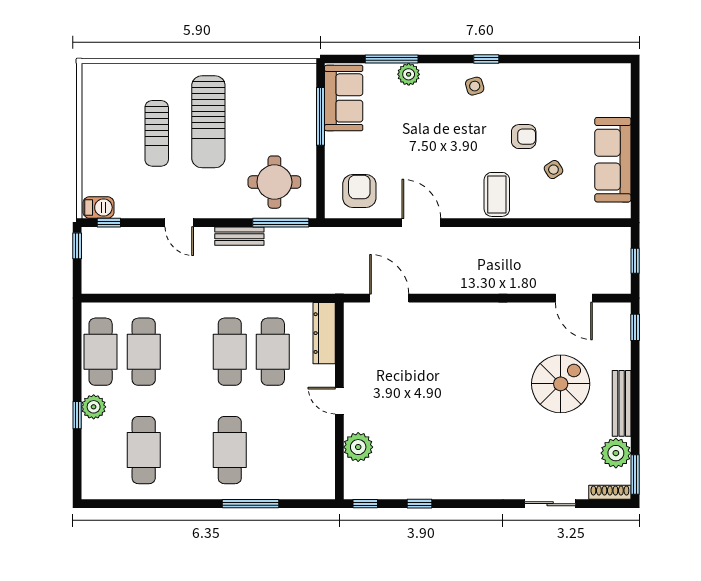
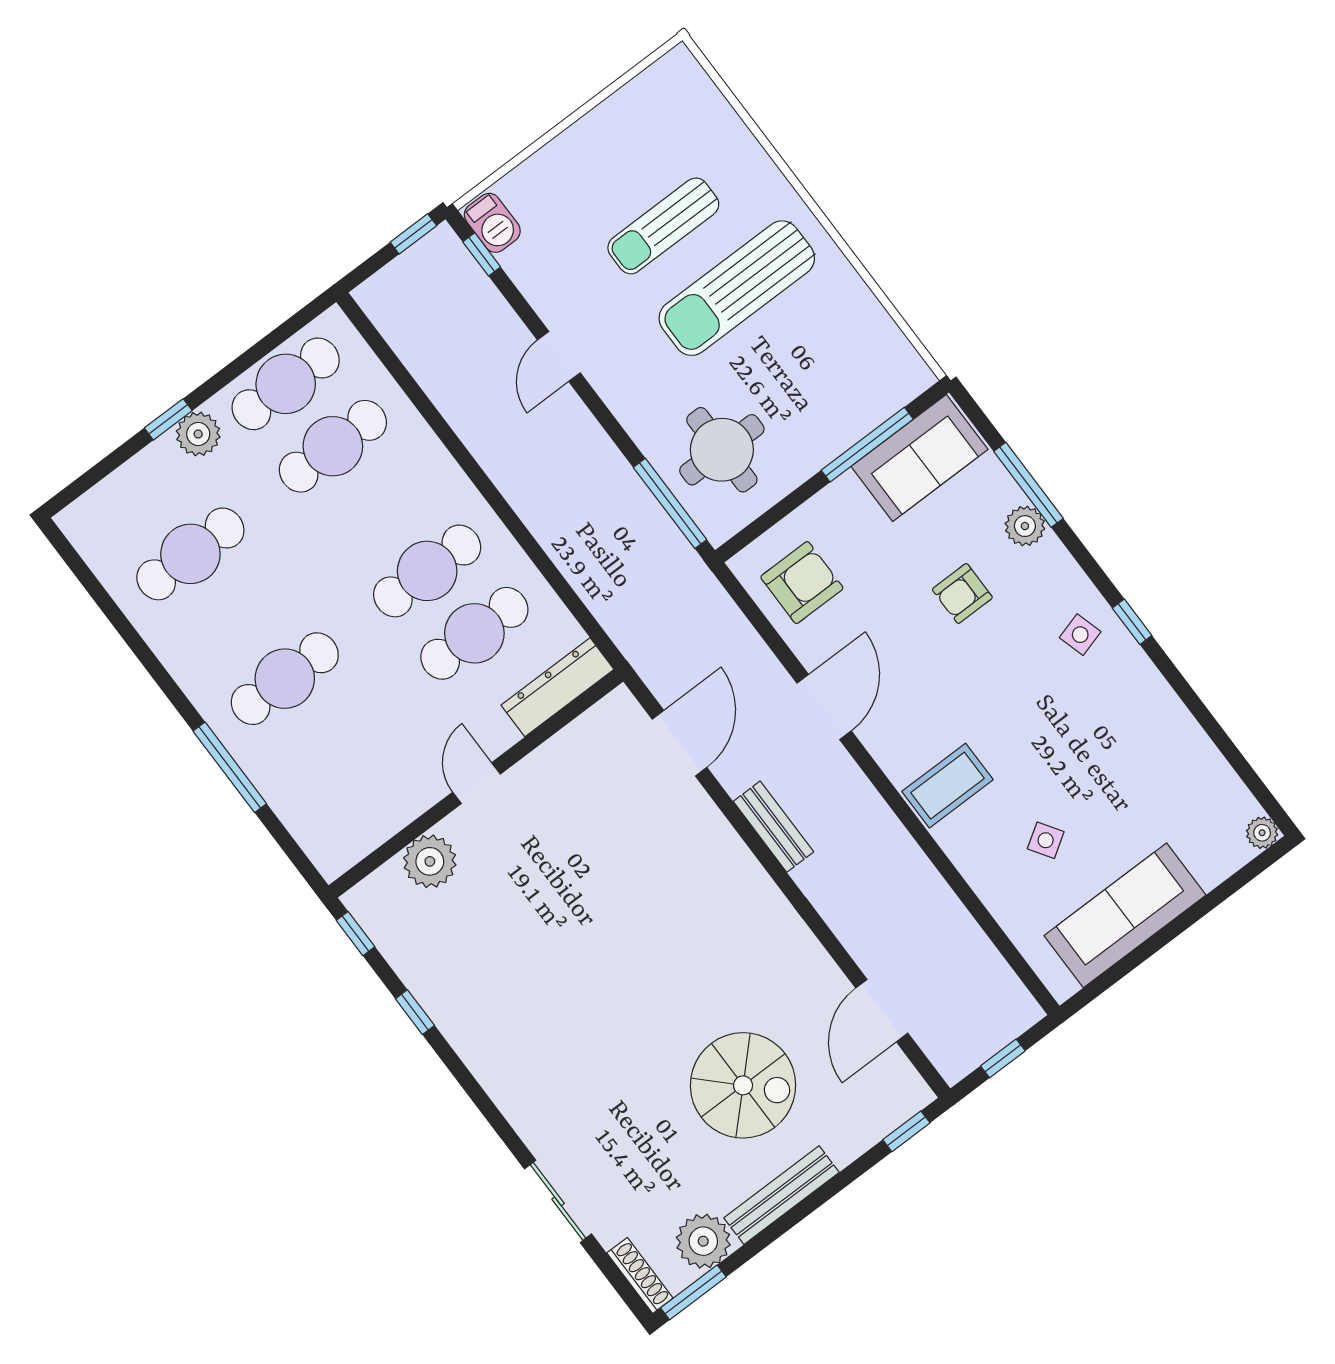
plant: (622, 72) -> (1262, 833), added
armchair: (524, 137) -> (962, 594), moved, turned 90
bench: (239, 236) -> (773, 827), moved

